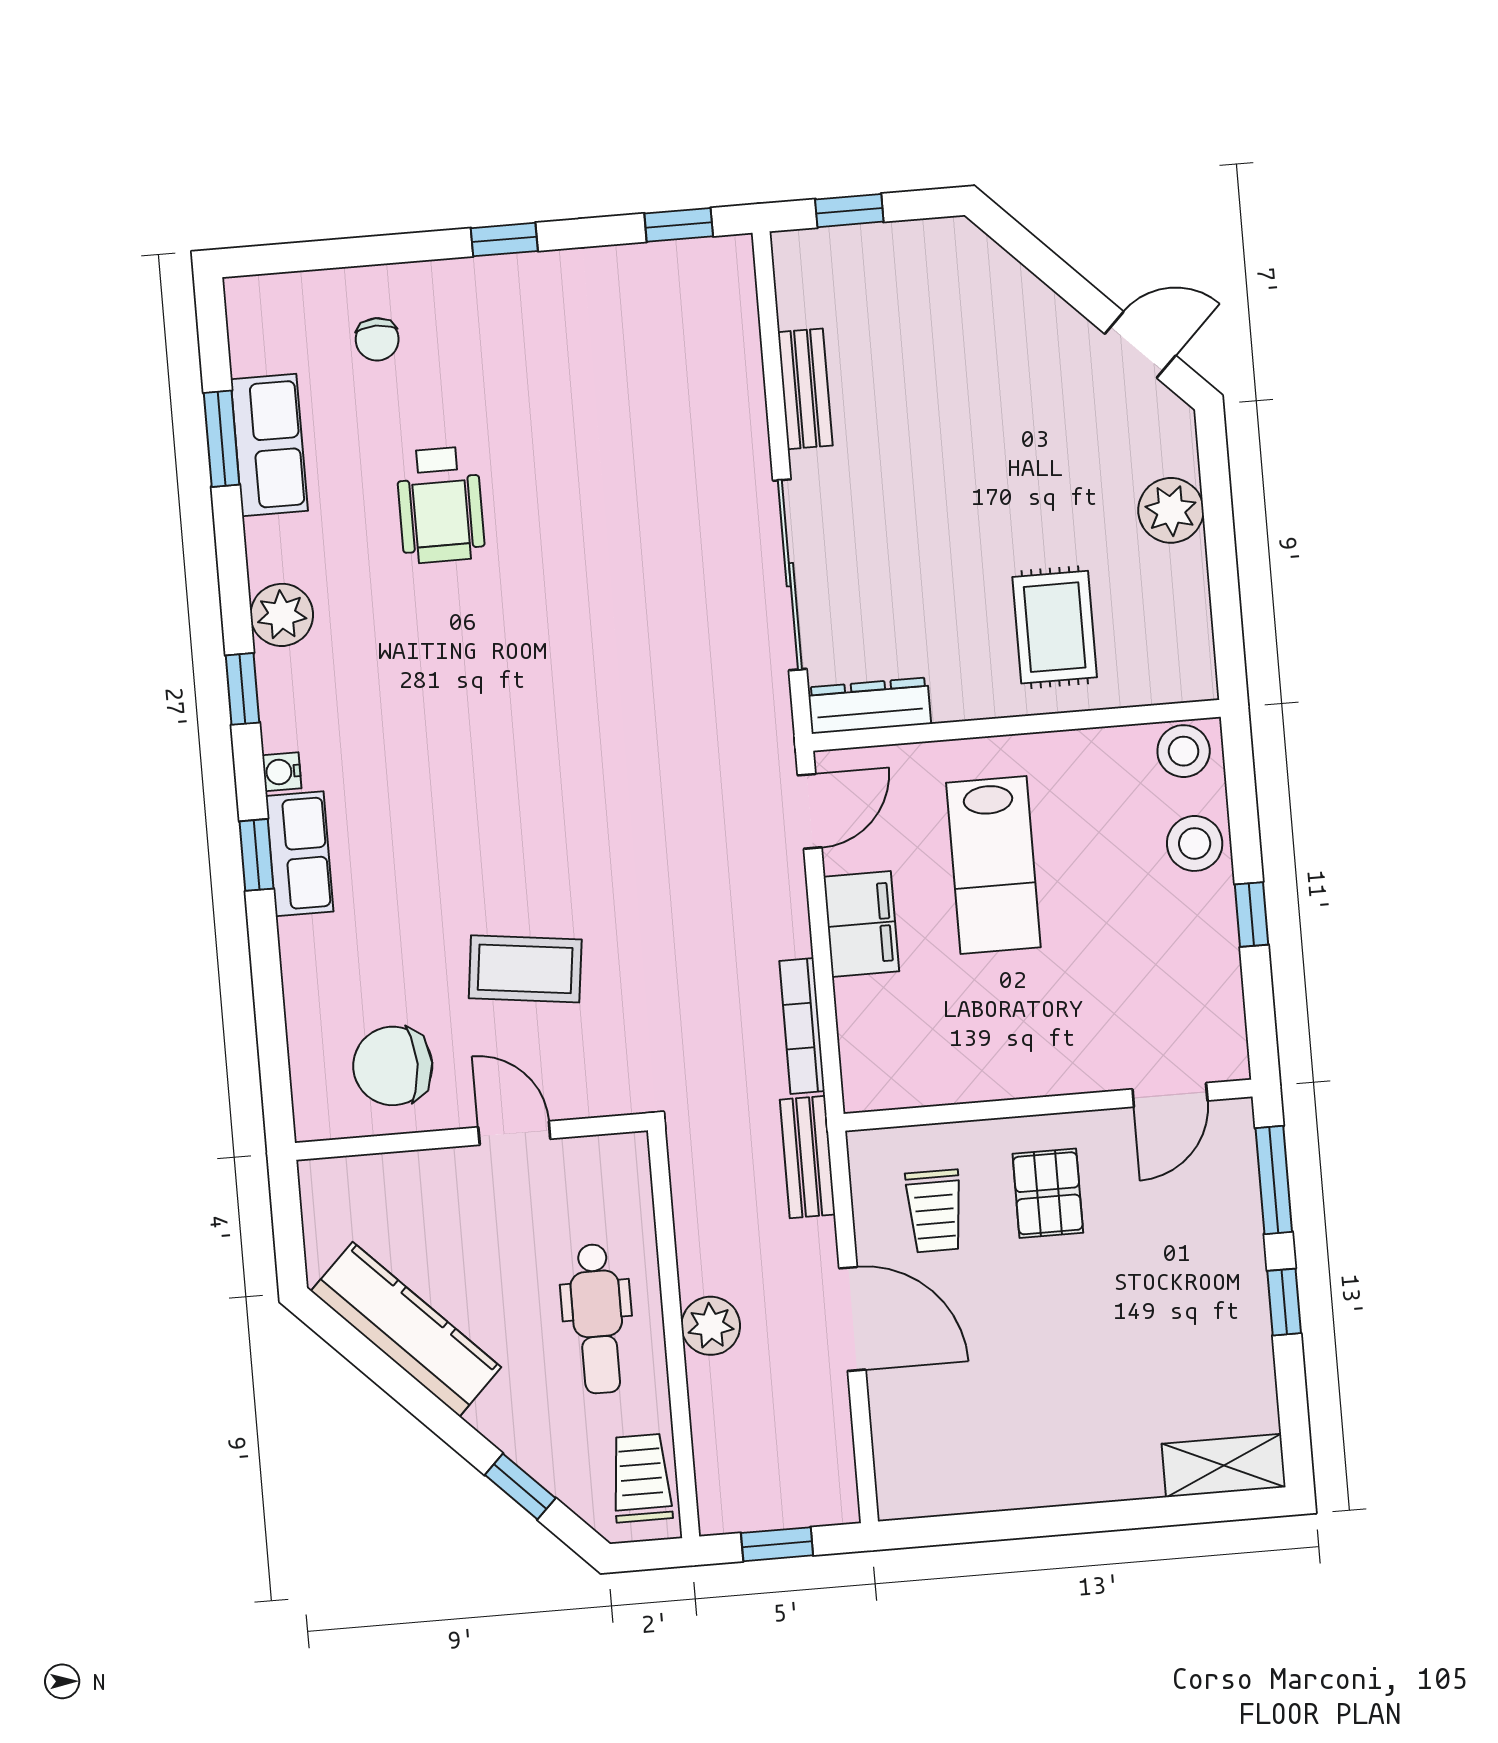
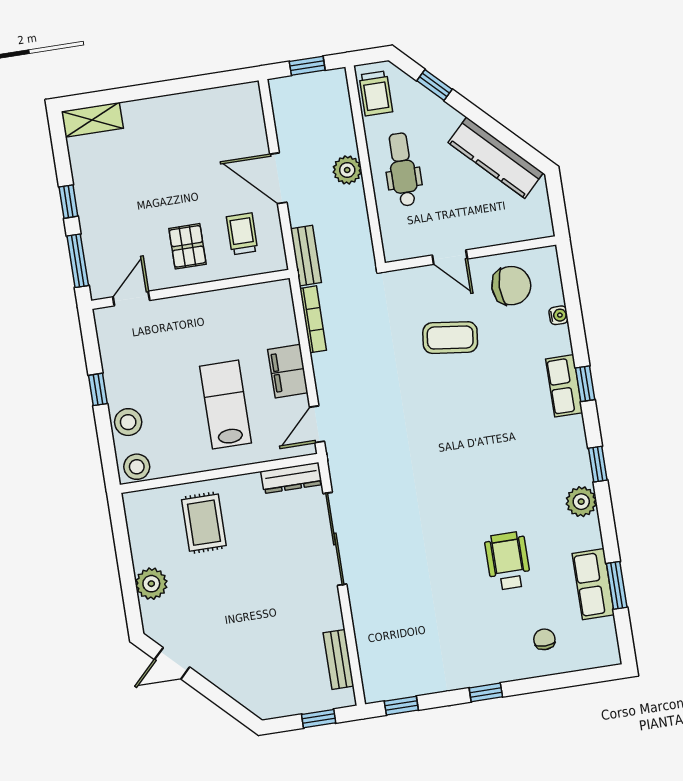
bench: (805, 389) -> (338, 659), moved
water cooler: (282, 772) -> (558, 315), moved

